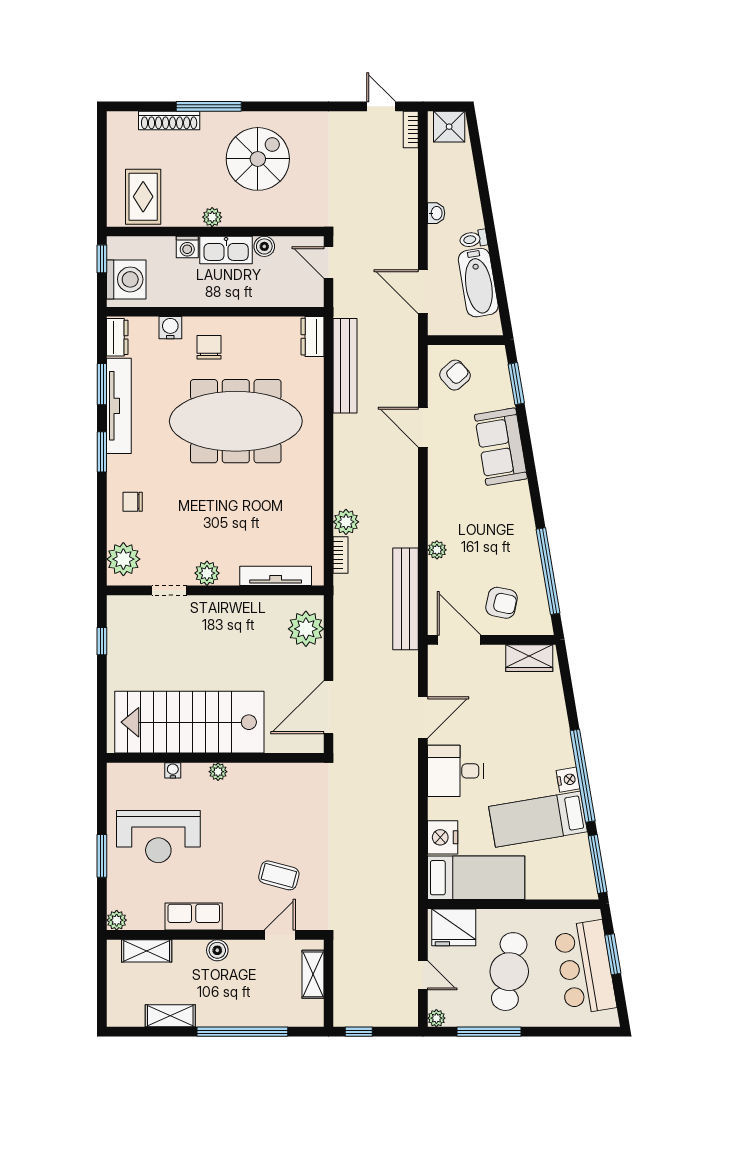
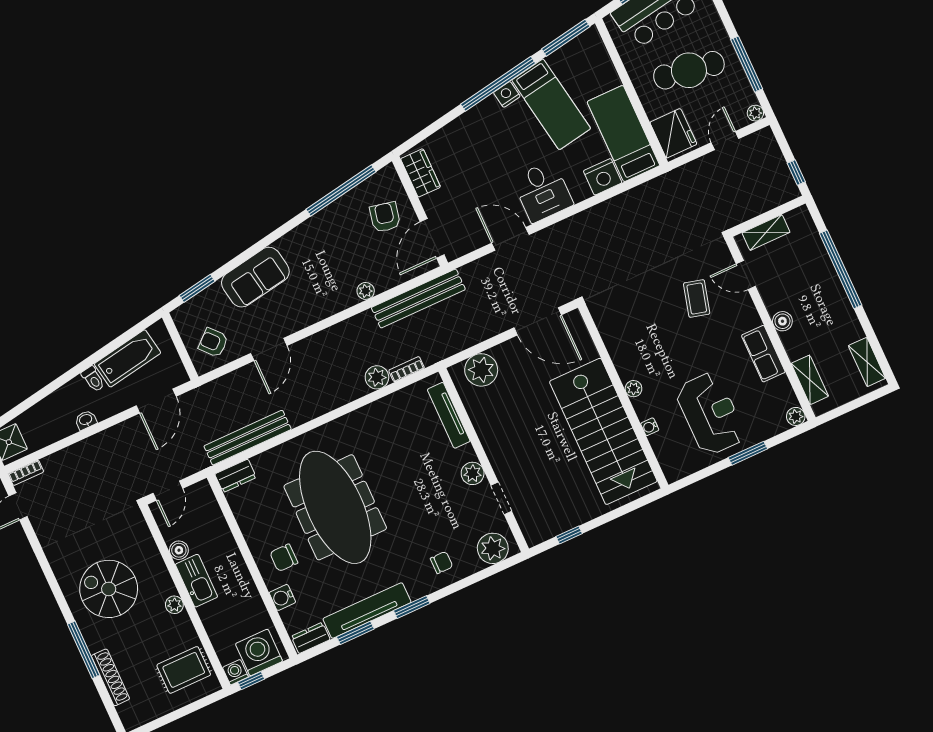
washing machine: (187, 247) -> (235, 672), moved, turned -90
chair: (133, 502) -> (442, 563), turned -90
shelving: (170, 1016) -> (867, 362), moved

